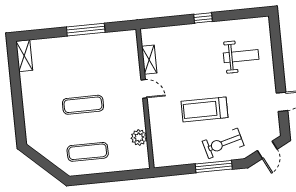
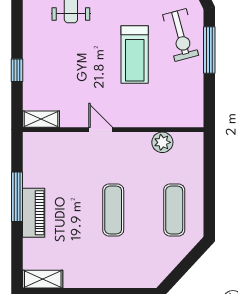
window: (203, 18) -> (17, 70), moved
piano: (75, 44) -> (34, 213), added
shelving: (149, 60) -> (41, 119), moved
door: (144, 89) -> (101, 130), hinge flipped

